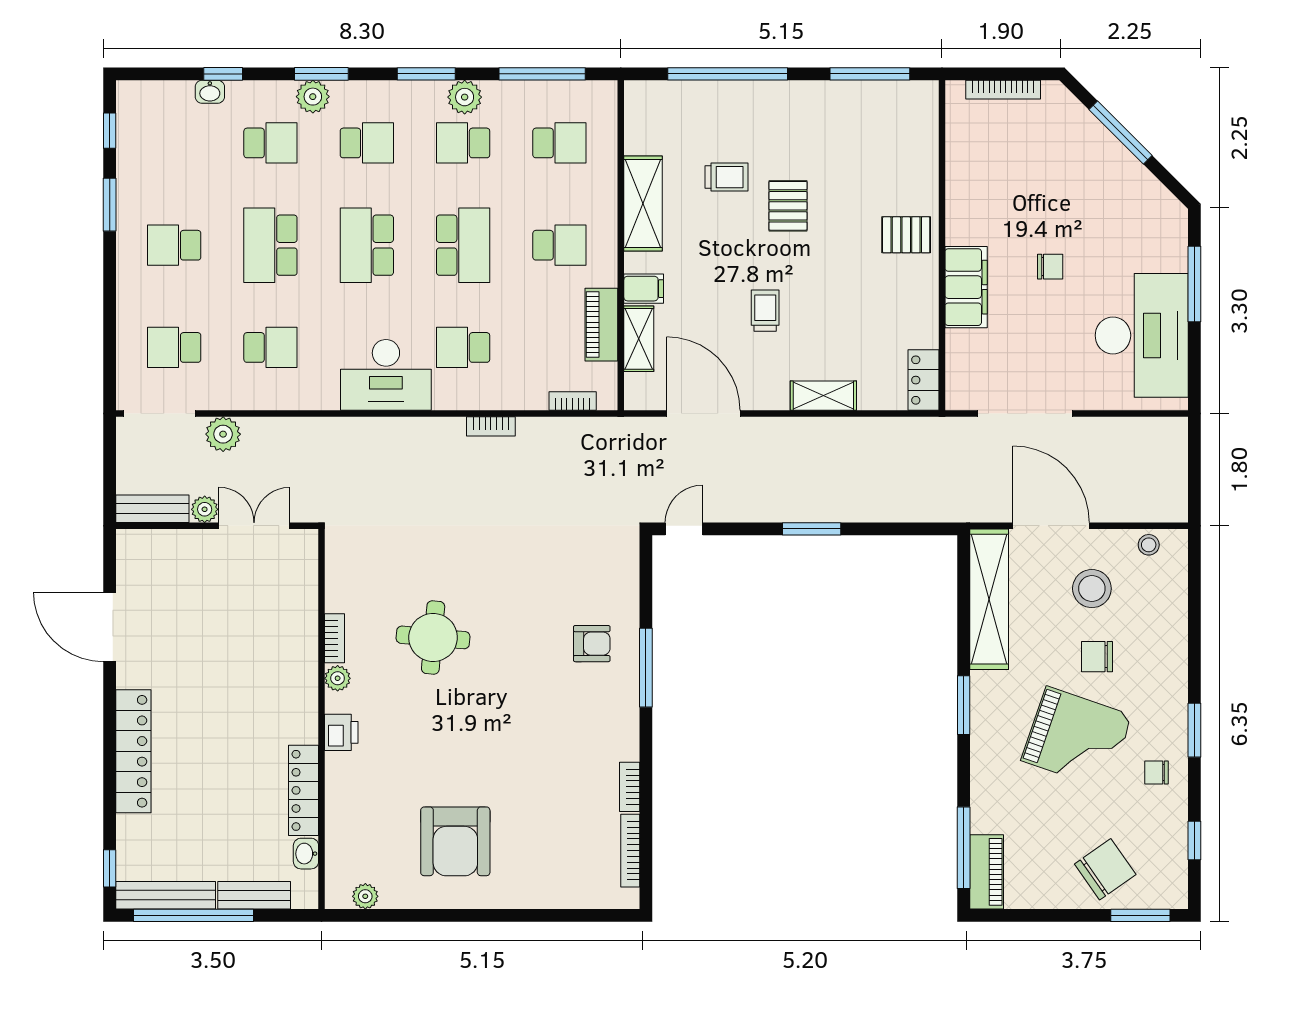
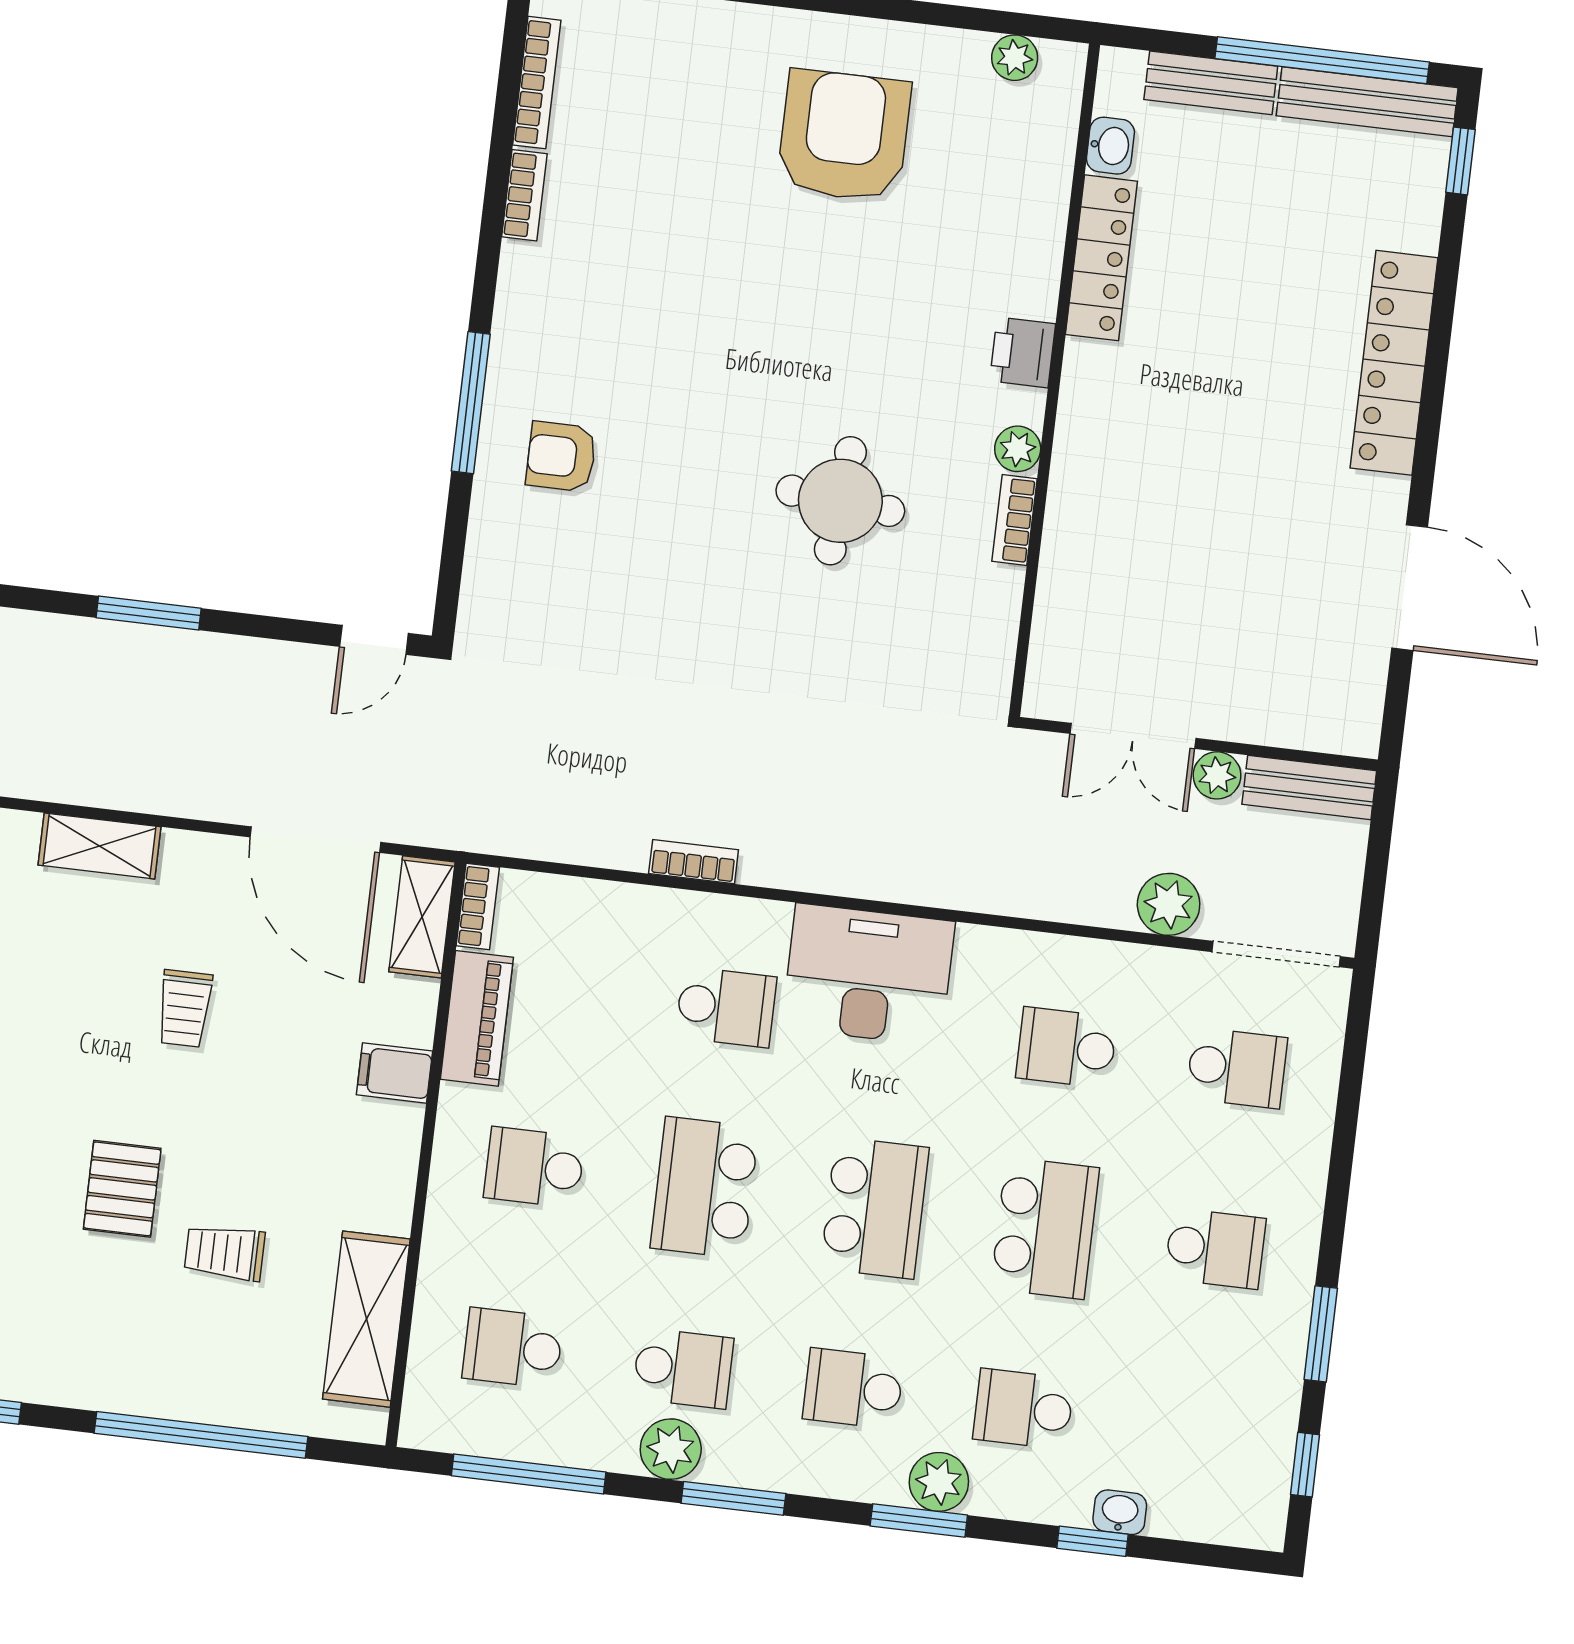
shelving: (643, 203) -> (366, 1319), moved
shelving: (639, 339) -> (422, 917), moved
bookcase: (573, 401) -> (478, 907), moved, turned -90

